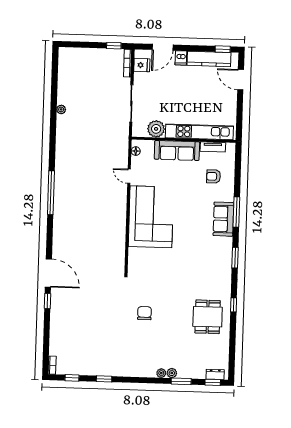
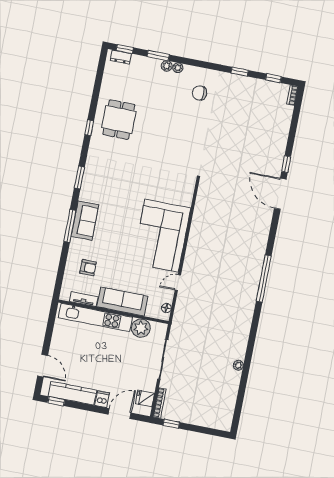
door: (129, 176) -> (178, 283), swing flipped
chair: (144, 313) -> (199, 93), moved, turned 90

